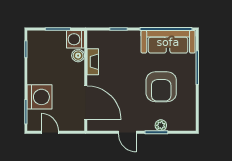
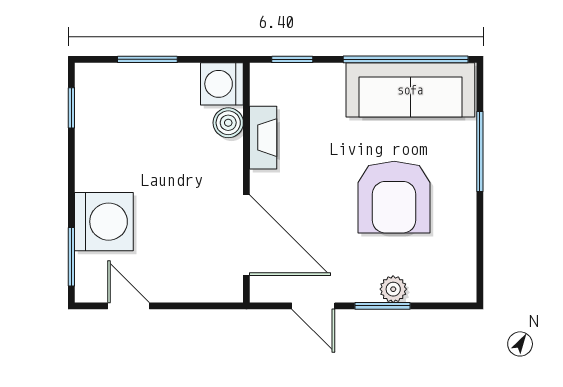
washing machine: (75, 39) -> (222, 84), moved
boiler: (78, 56) -> (228, 123), moved
fireplace: (93, 62) -> (263, 138), moved
wall: (86, 81) -> (246, 183), moved
door: (86, 103) -> (246, 235), moved

